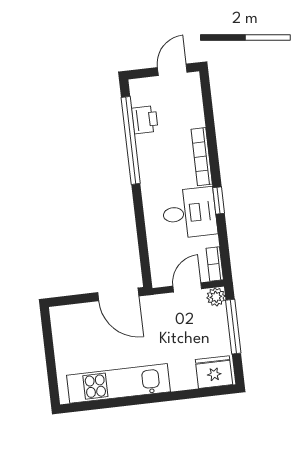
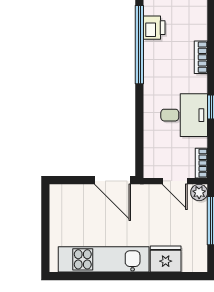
bookcase: (202, 157) -> (201, 57), width x0.64
door: (187, 287) -> (175, 181), swing flipped
fridge: (214, 372) -> (166, 259), moved

